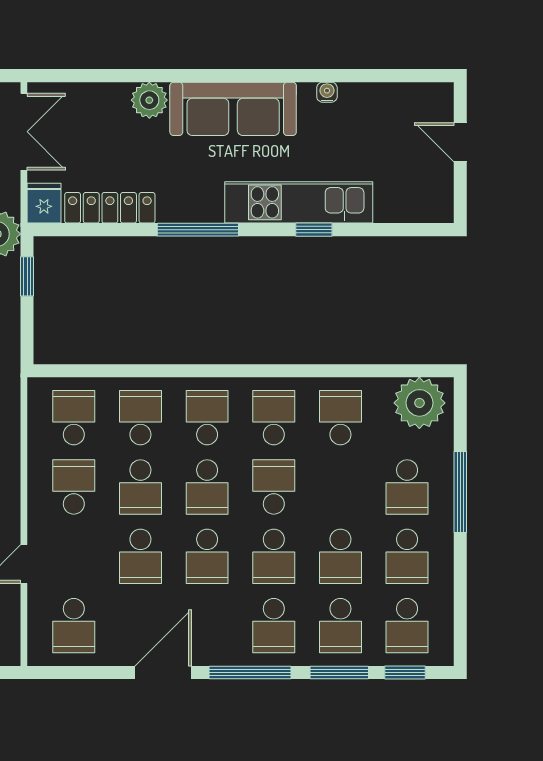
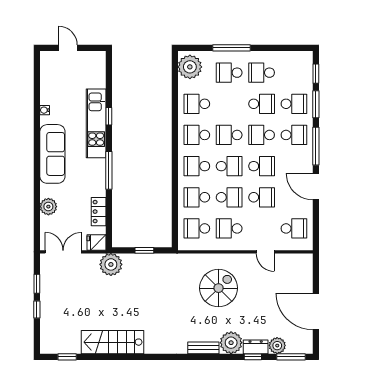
plant: (149, 100) -> (48, 207), moved
door: (460, 142) -> (68, 48), swing flipped
locker: (110, 208) -> (99, 212), width x0.66
window: (27, 276) -> (144, 250), moved
school desk: (407, 487) -> (229, 73), turned 180
school desk: (274, 556) -> (262, 135), turned 180
school desk: (407, 556) -> (262, 73), turned 180
school desk: (407, 626) -> (294, 73), removed

